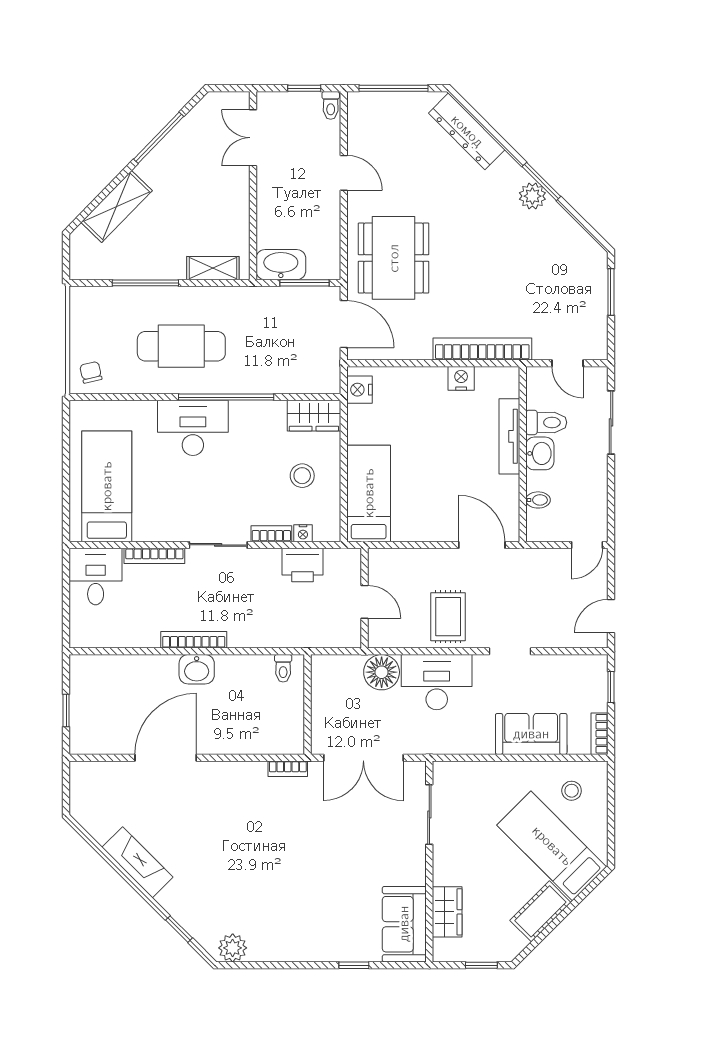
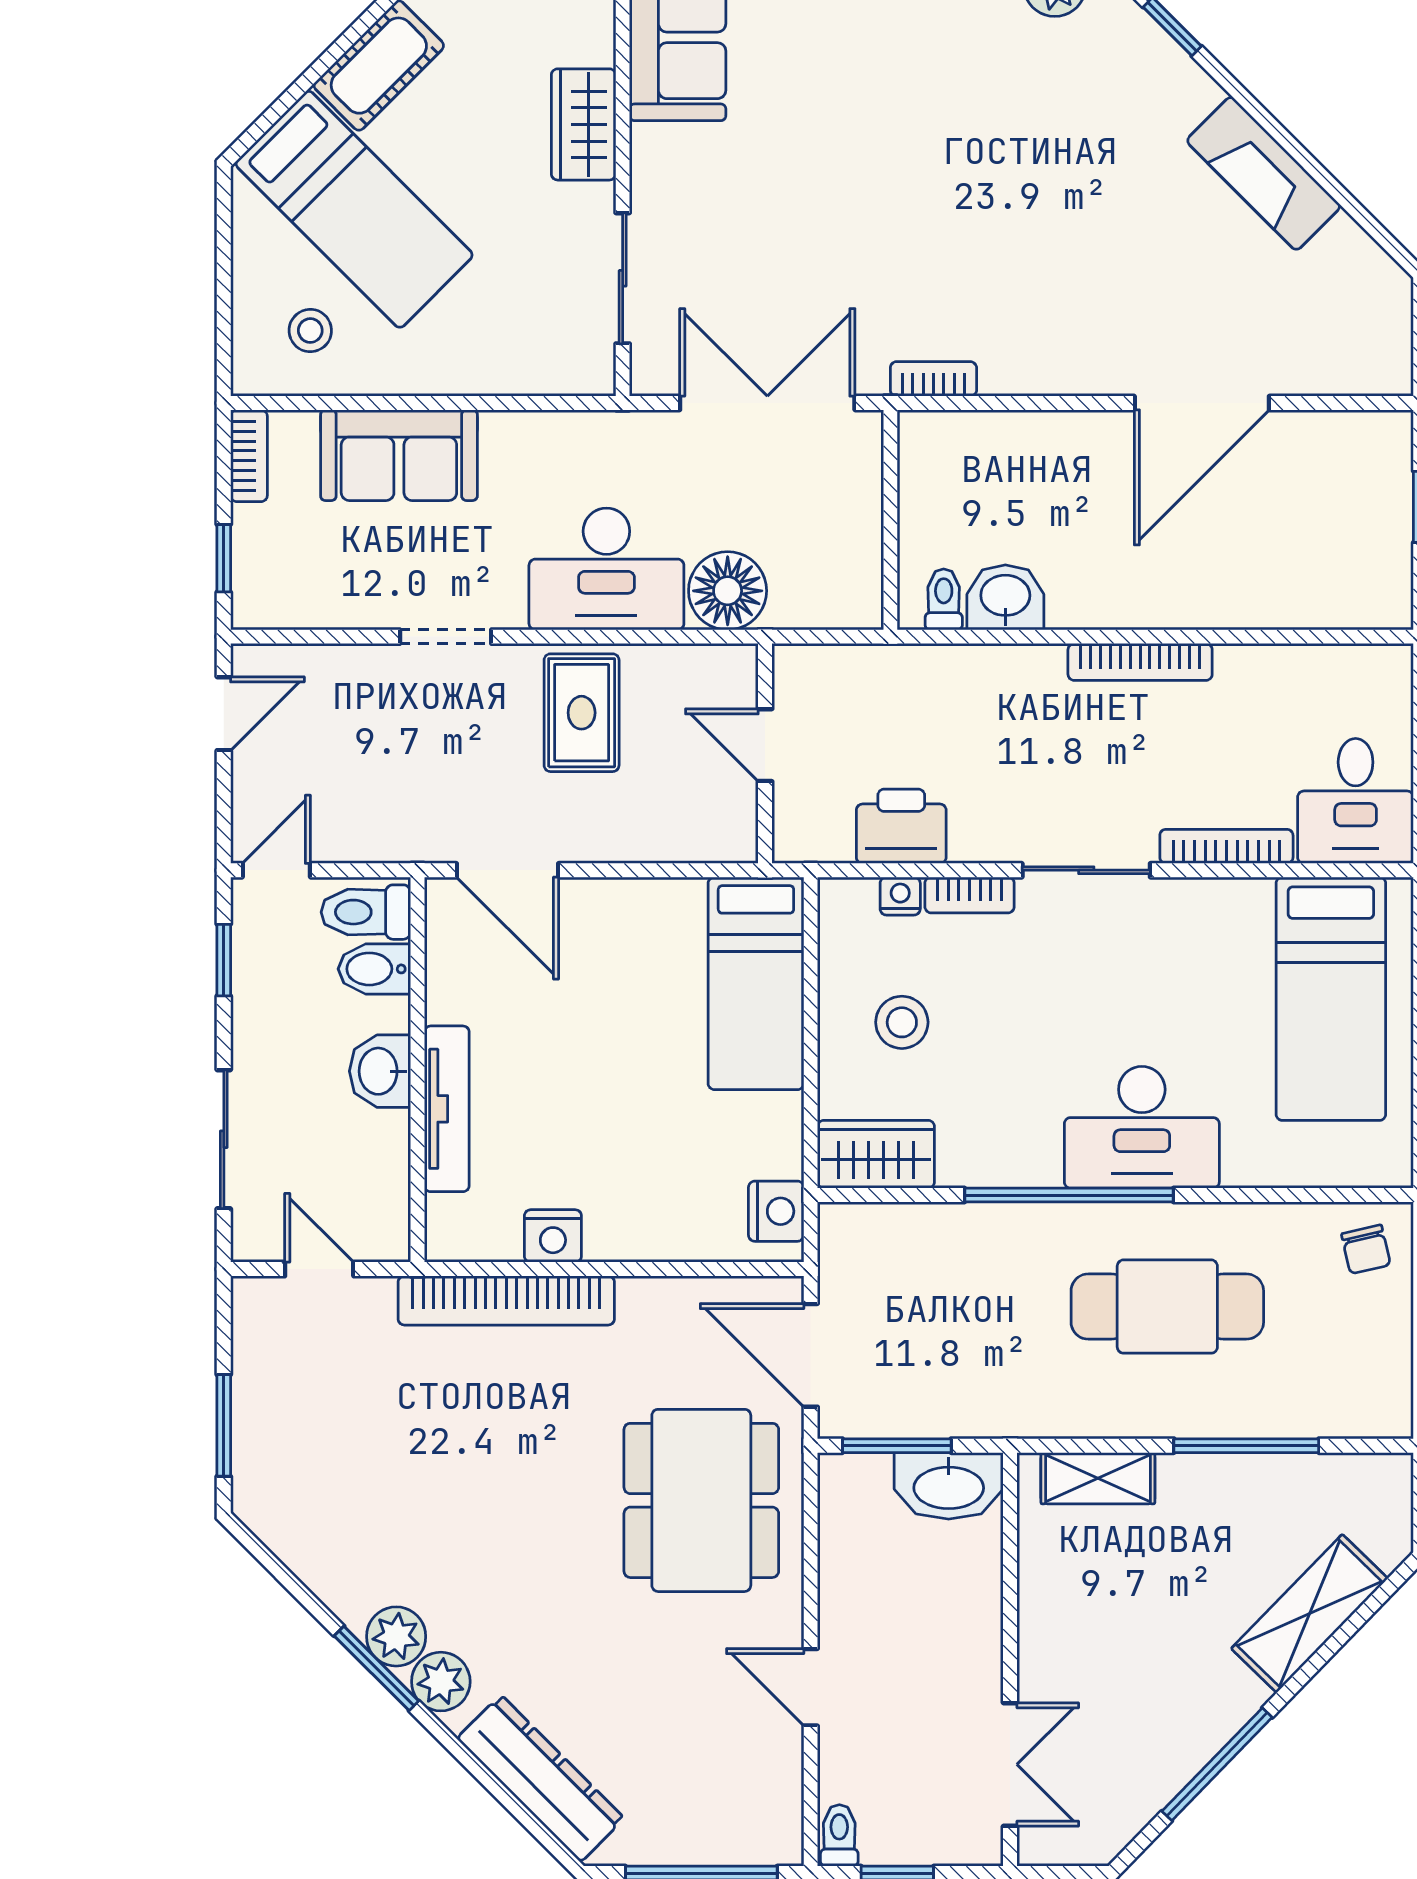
plant: (512, 175) -> (441, 1682), added
toilet: (546, 422) -> (366, 912), moved
bidet: (538, 500) -> (374, 969), width x1.38, depth x1.36
window: (611, 504) -> (224, 960), added
washbasin: (197, 669) -> (1005, 597), moved
wardrobe: (447, 912) -> (584, 124), moved

